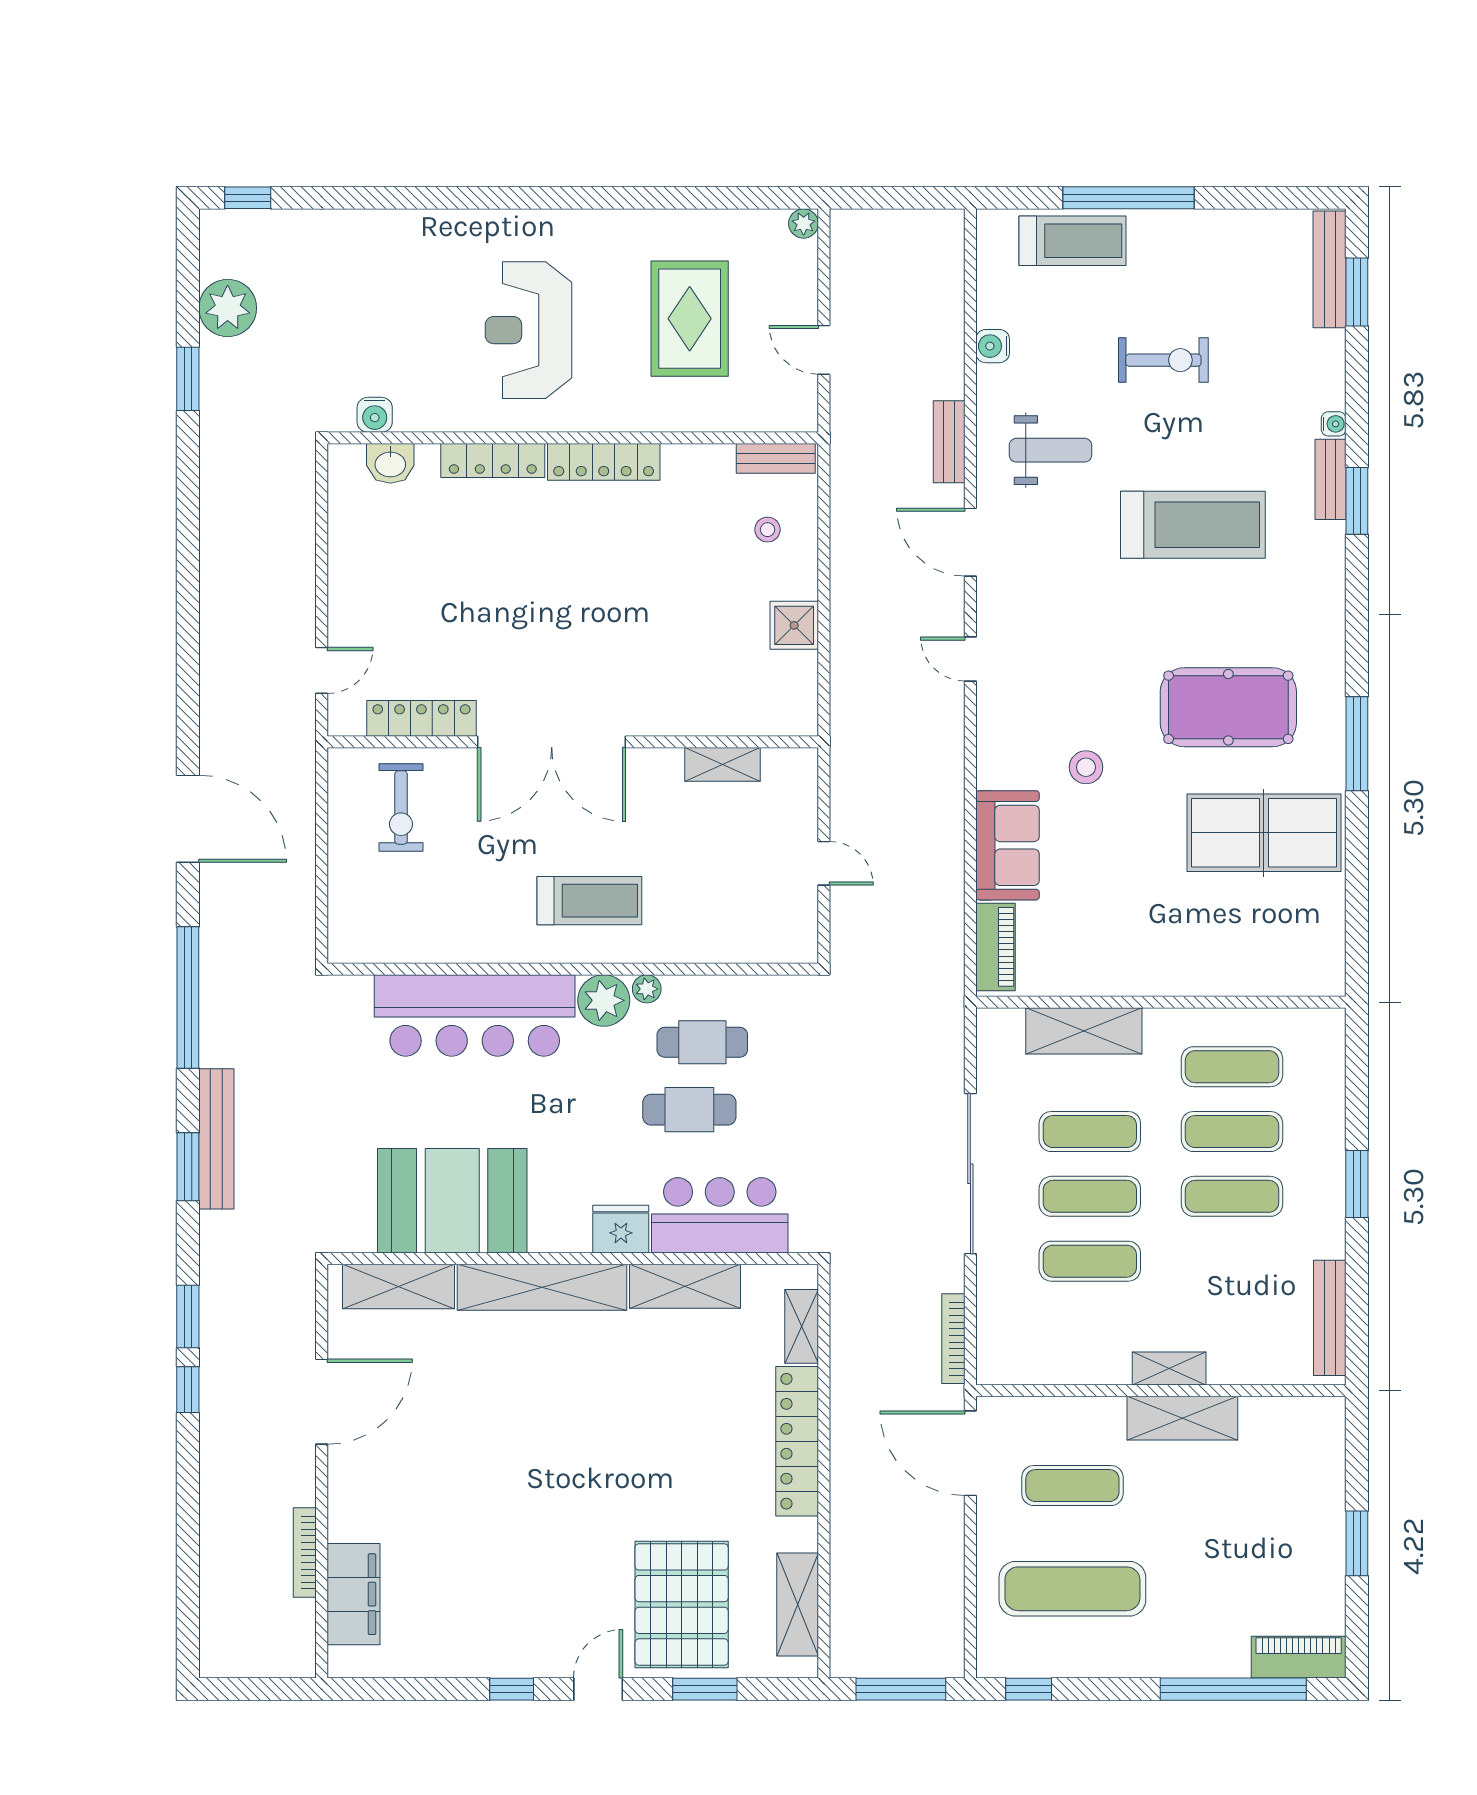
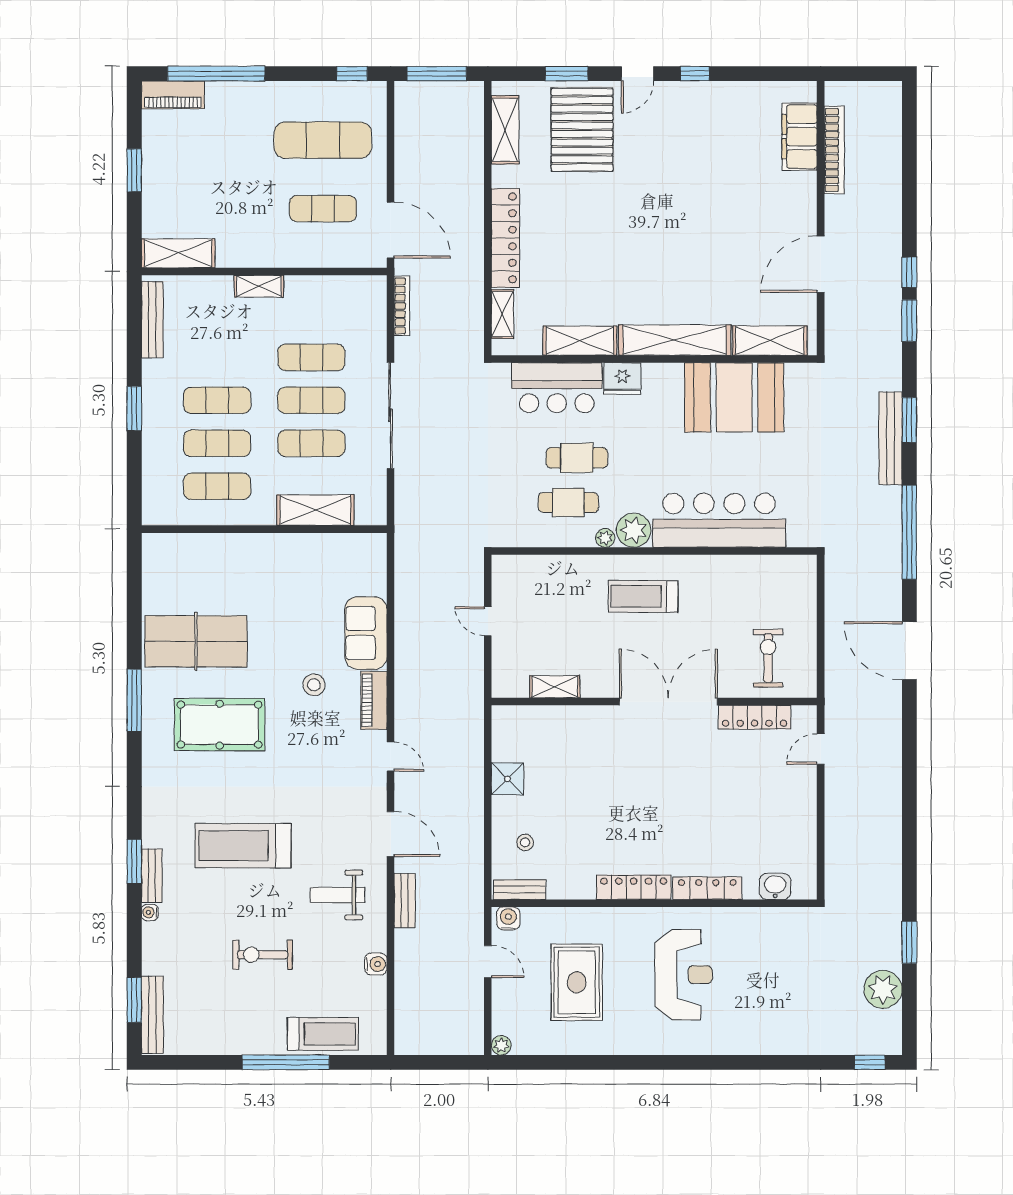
treadmill: (1073, 241) -> (323, 1034), turned 180
water cooler: (375, 415) -> (508, 919), moved
piano: (995, 947) -> (374, 700), moved
shelving: (1182, 1418) -> (178, 253), moved
bookcase: (305, 1552) -> (834, 150), width x1.48, depth x1.31

